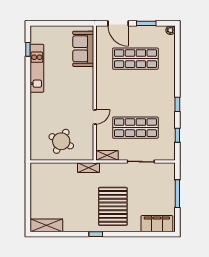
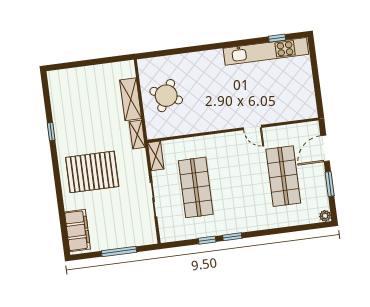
sofa: (83, 49) -> (287, 108), removed
kitchen unit: (37, 68) -> (266, 51), width x1.36
door: (95, 117) -> (252, 128), moved
window: (177, 135) -> (207, 240), moved
shelving: (46, 225) -> (131, 99), moved
window: (96, 234) -> (51, 132), moved

